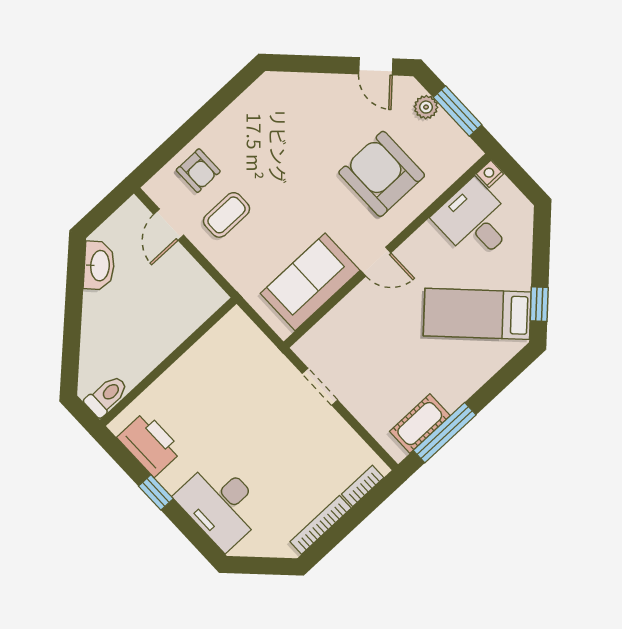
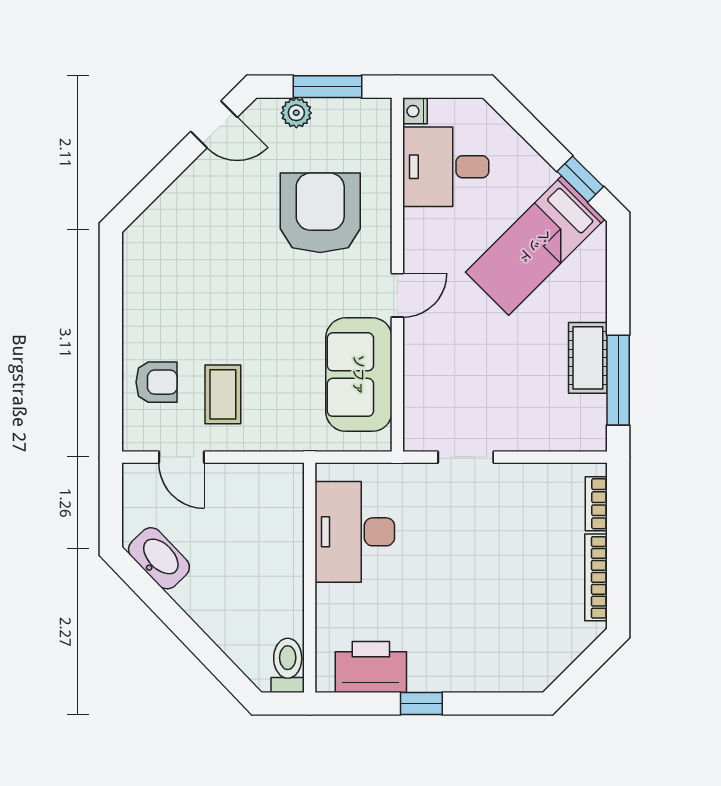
armchair: (382, 174) -> (320, 213), turned 90
cot: (420, 424) -> (588, 358), moved
desk: (221, 504) -> (355, 532), moved, turned 90

